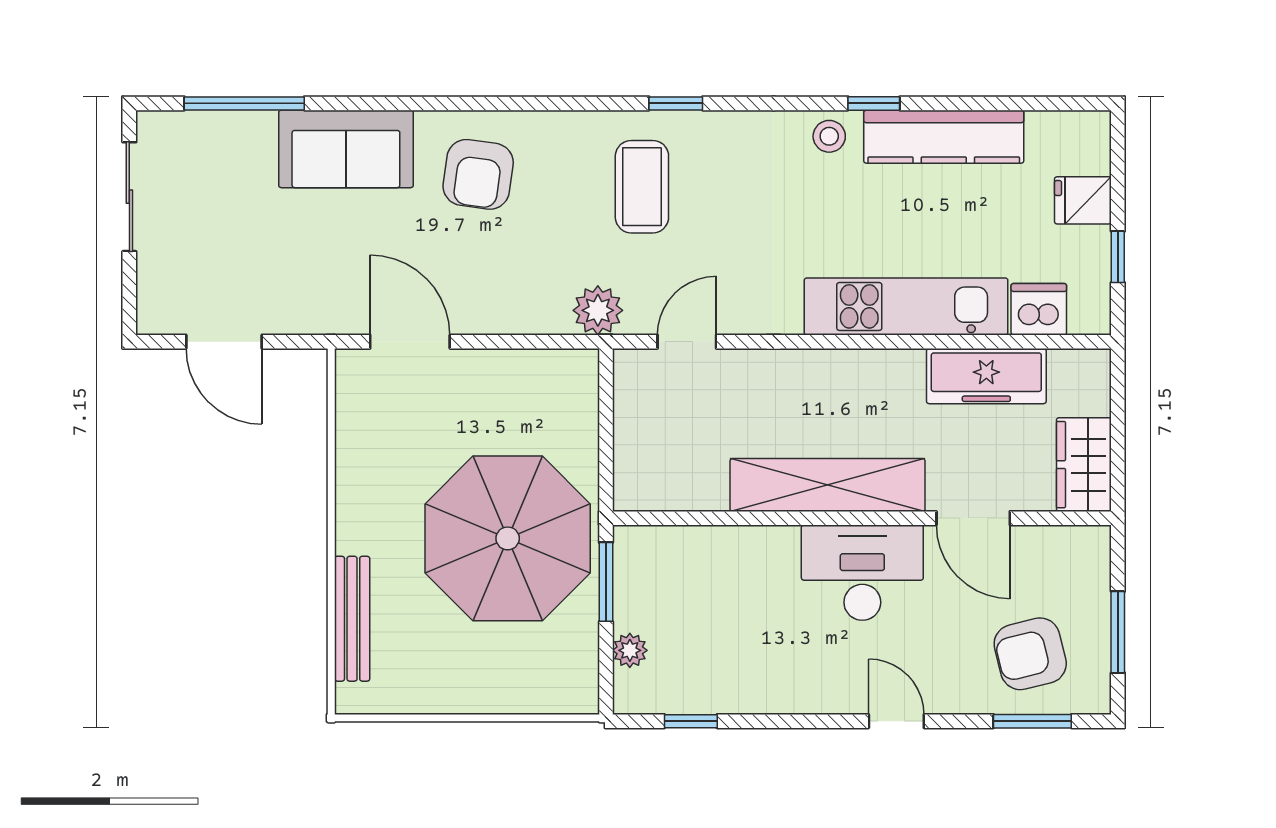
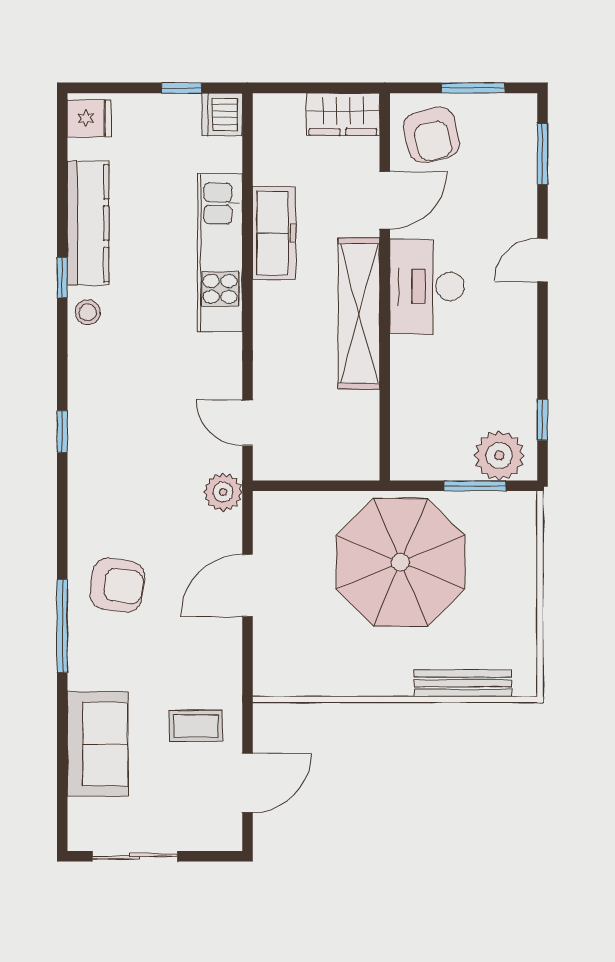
window: (244, 103) -> (62, 626), moved
sofa: (346, 149) -> (98, 744), moved
coffee table: (642, 187) -> (196, 726), moved, width x0.73, depth x0.77
fridge: (1083, 200) -> (89, 118), moved, turned -90
dishwasher: (1039, 309) -> (222, 115), moved
door: (410, 342) -> (247, 585), moved
freezer: (986, 376) -> (274, 233), moved
window: (606, 582) -> (475, 486), moved
plant: (630, 650) -> (499, 456), width x1.88, depth x1.88
armchair: (1030, 654) -> (432, 135), moved

